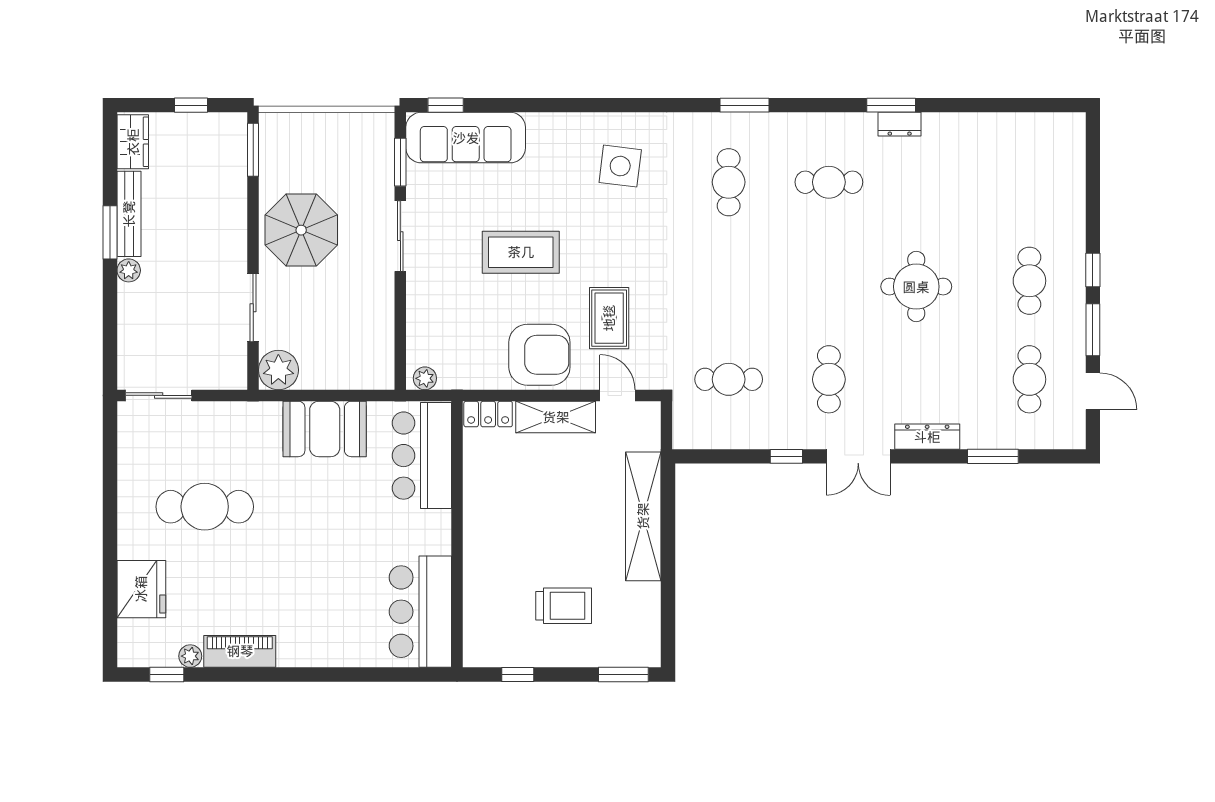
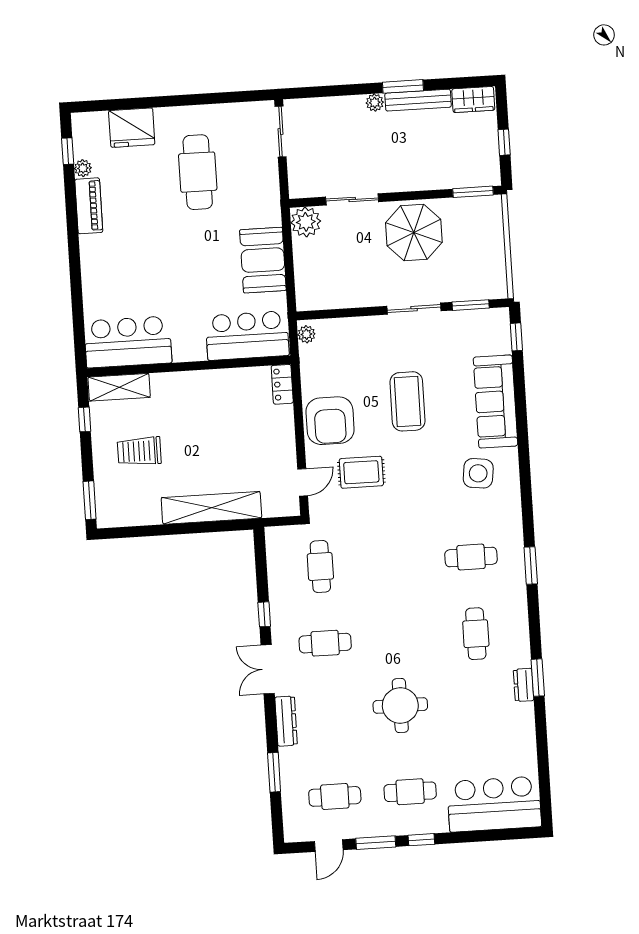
sofa: (466, 138) -> (495, 402), moved
bar counter: (1052, 172) -> (494, 804), added
shelving: (556, 417) -> (119, 387), moved, turned 90
trolley: (564, 606) -> (139, 451), turned 90

